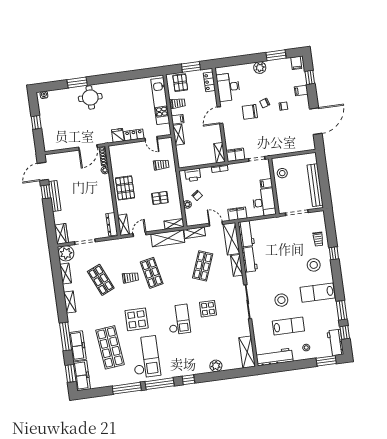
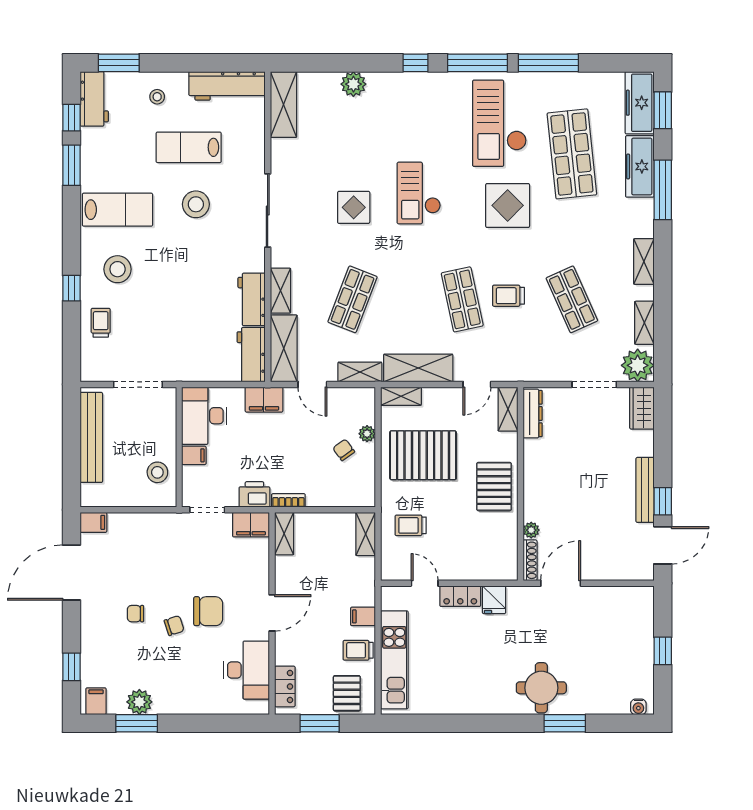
plant: (260, 68) -> (139, 702), moved
filing cabinet: (301, 91) -> (93, 522), moved
shelving: (178, 135) -> (366, 534), moved
printer: (193, 175) -> (254, 494), moved
pallet: (160, 198) -> (423, 455), width x2.05, depth x2.00

